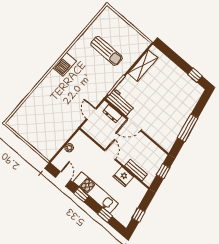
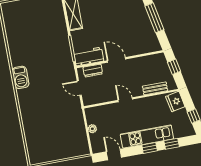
sun lounger: (107, 51) -> (37, 34), removed
door: (134, 125) -> (116, 60), swing flipped
fridge: (123, 177) -> (175, 102), moved, turned 79
window: (81, 195) -> (150, 148), moved

